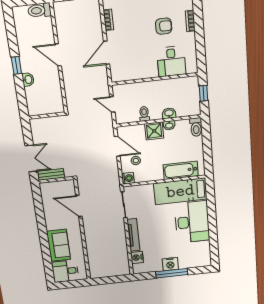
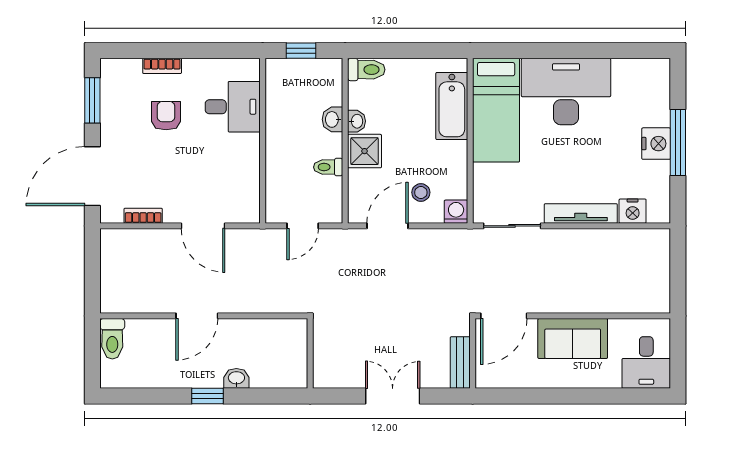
bench: (51, 174) -> (460, 363), moved
wall: (56, 180) -> (473, 353), moved
sofa: (59, 245) -> (573, 339), moved, turned 180

